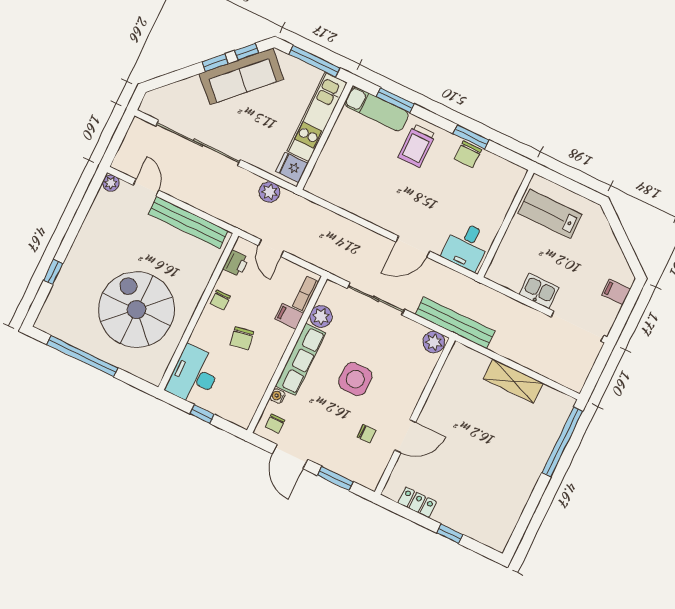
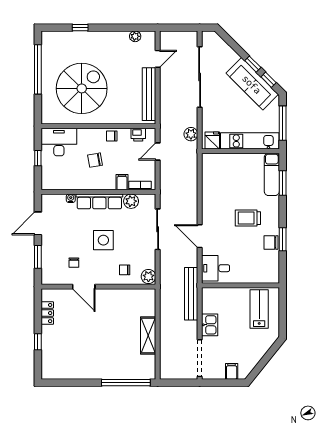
trolley: (417, 146) -> (248, 218), moved
plant: (111, 183) -> (135, 36), moved
bench: (455, 323) -> (191, 294), moved
chair: (275, 424) -> (125, 270), moved

